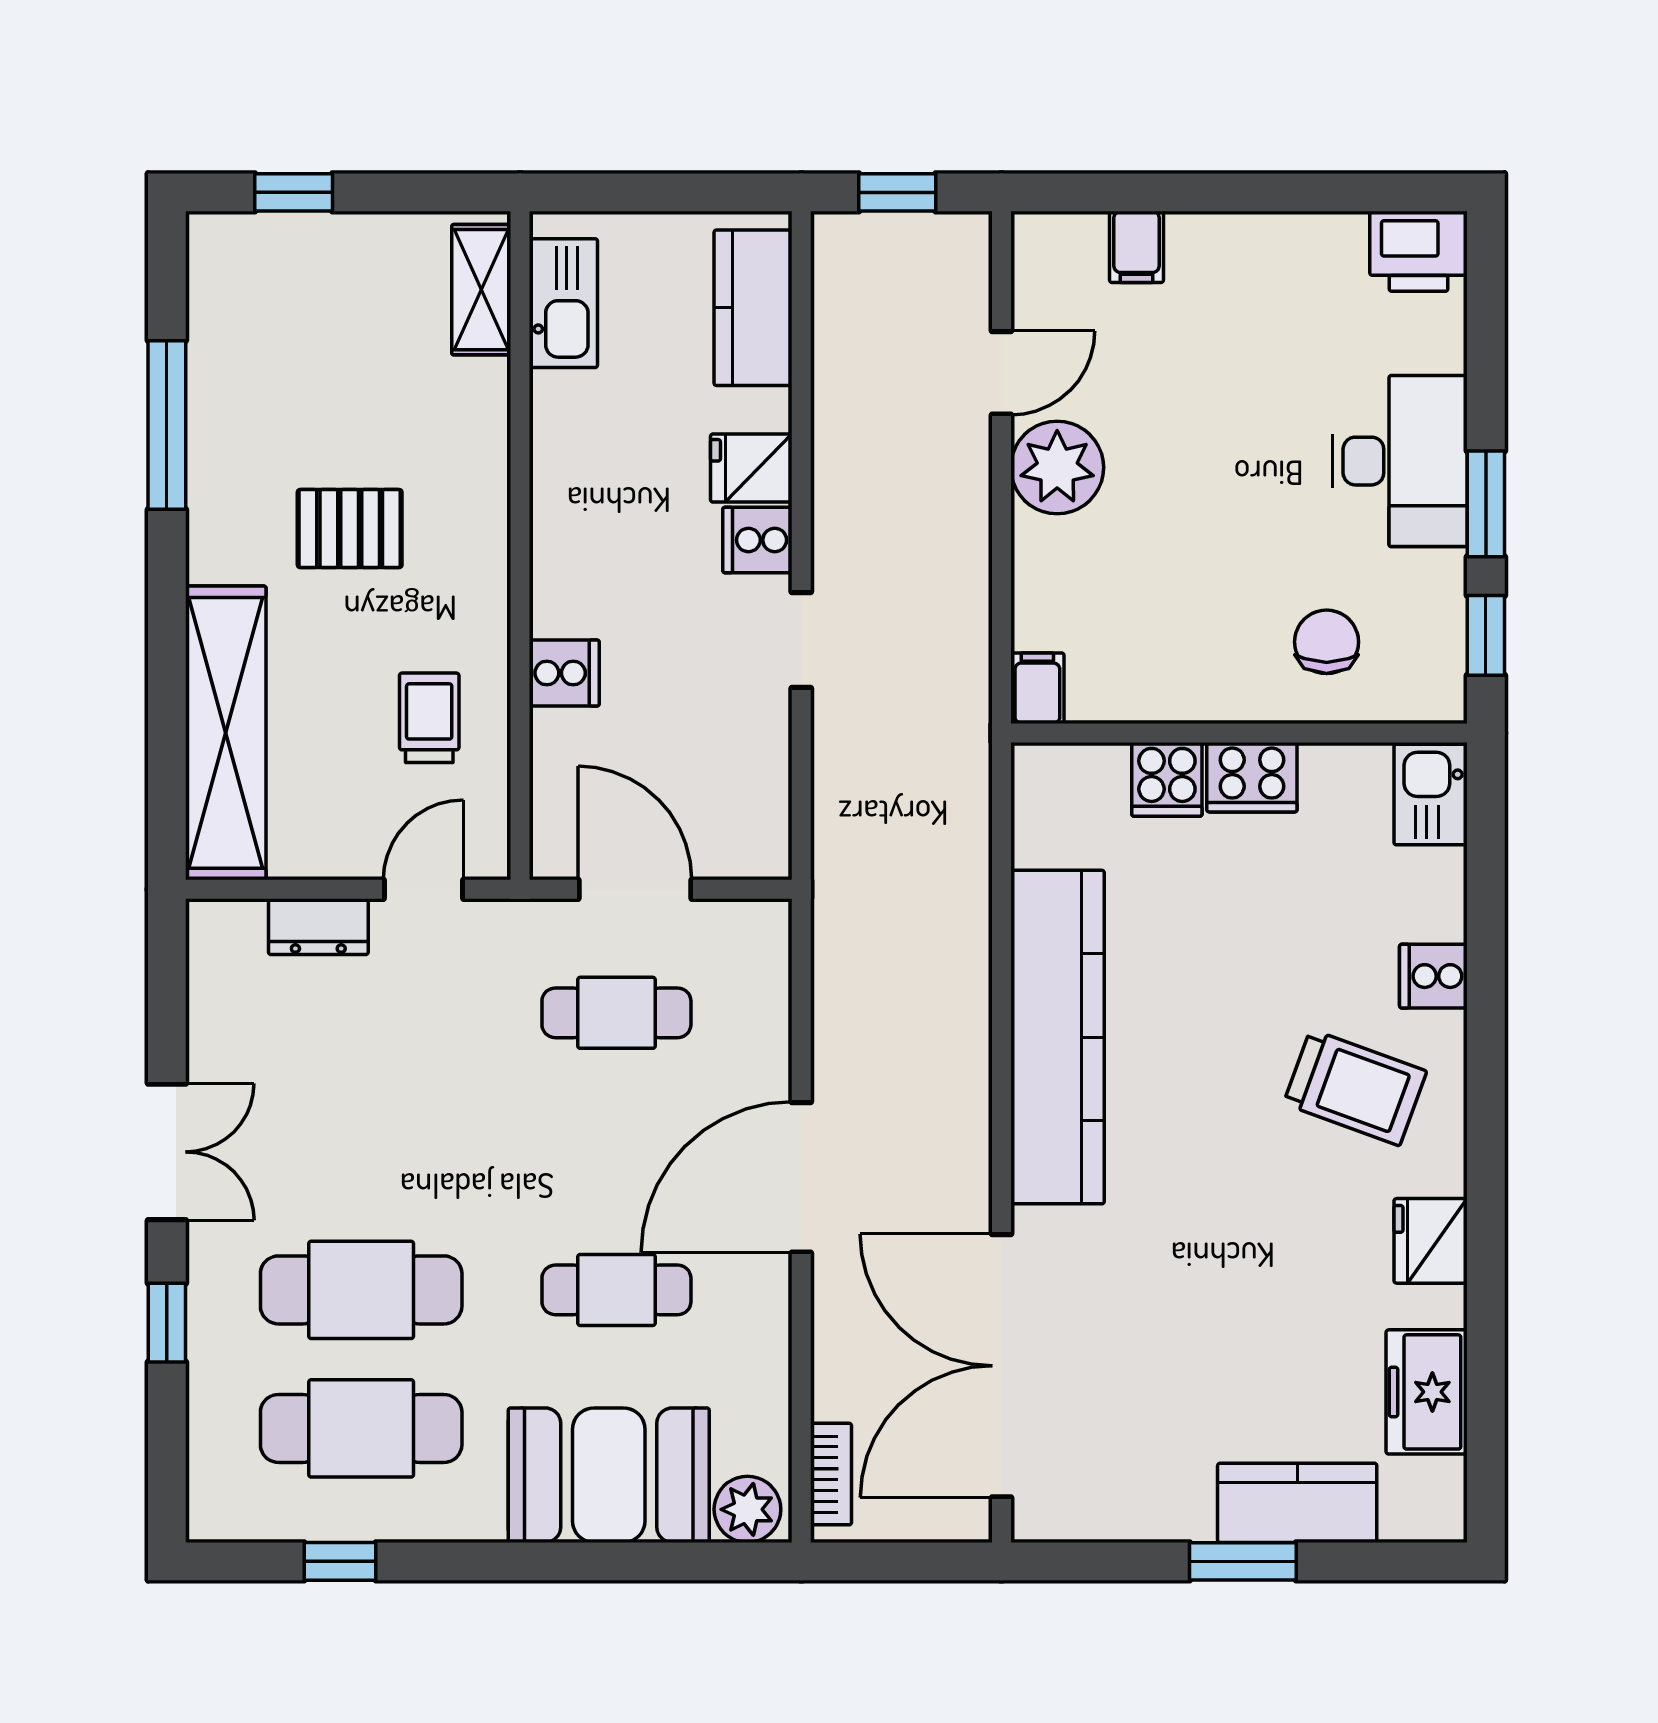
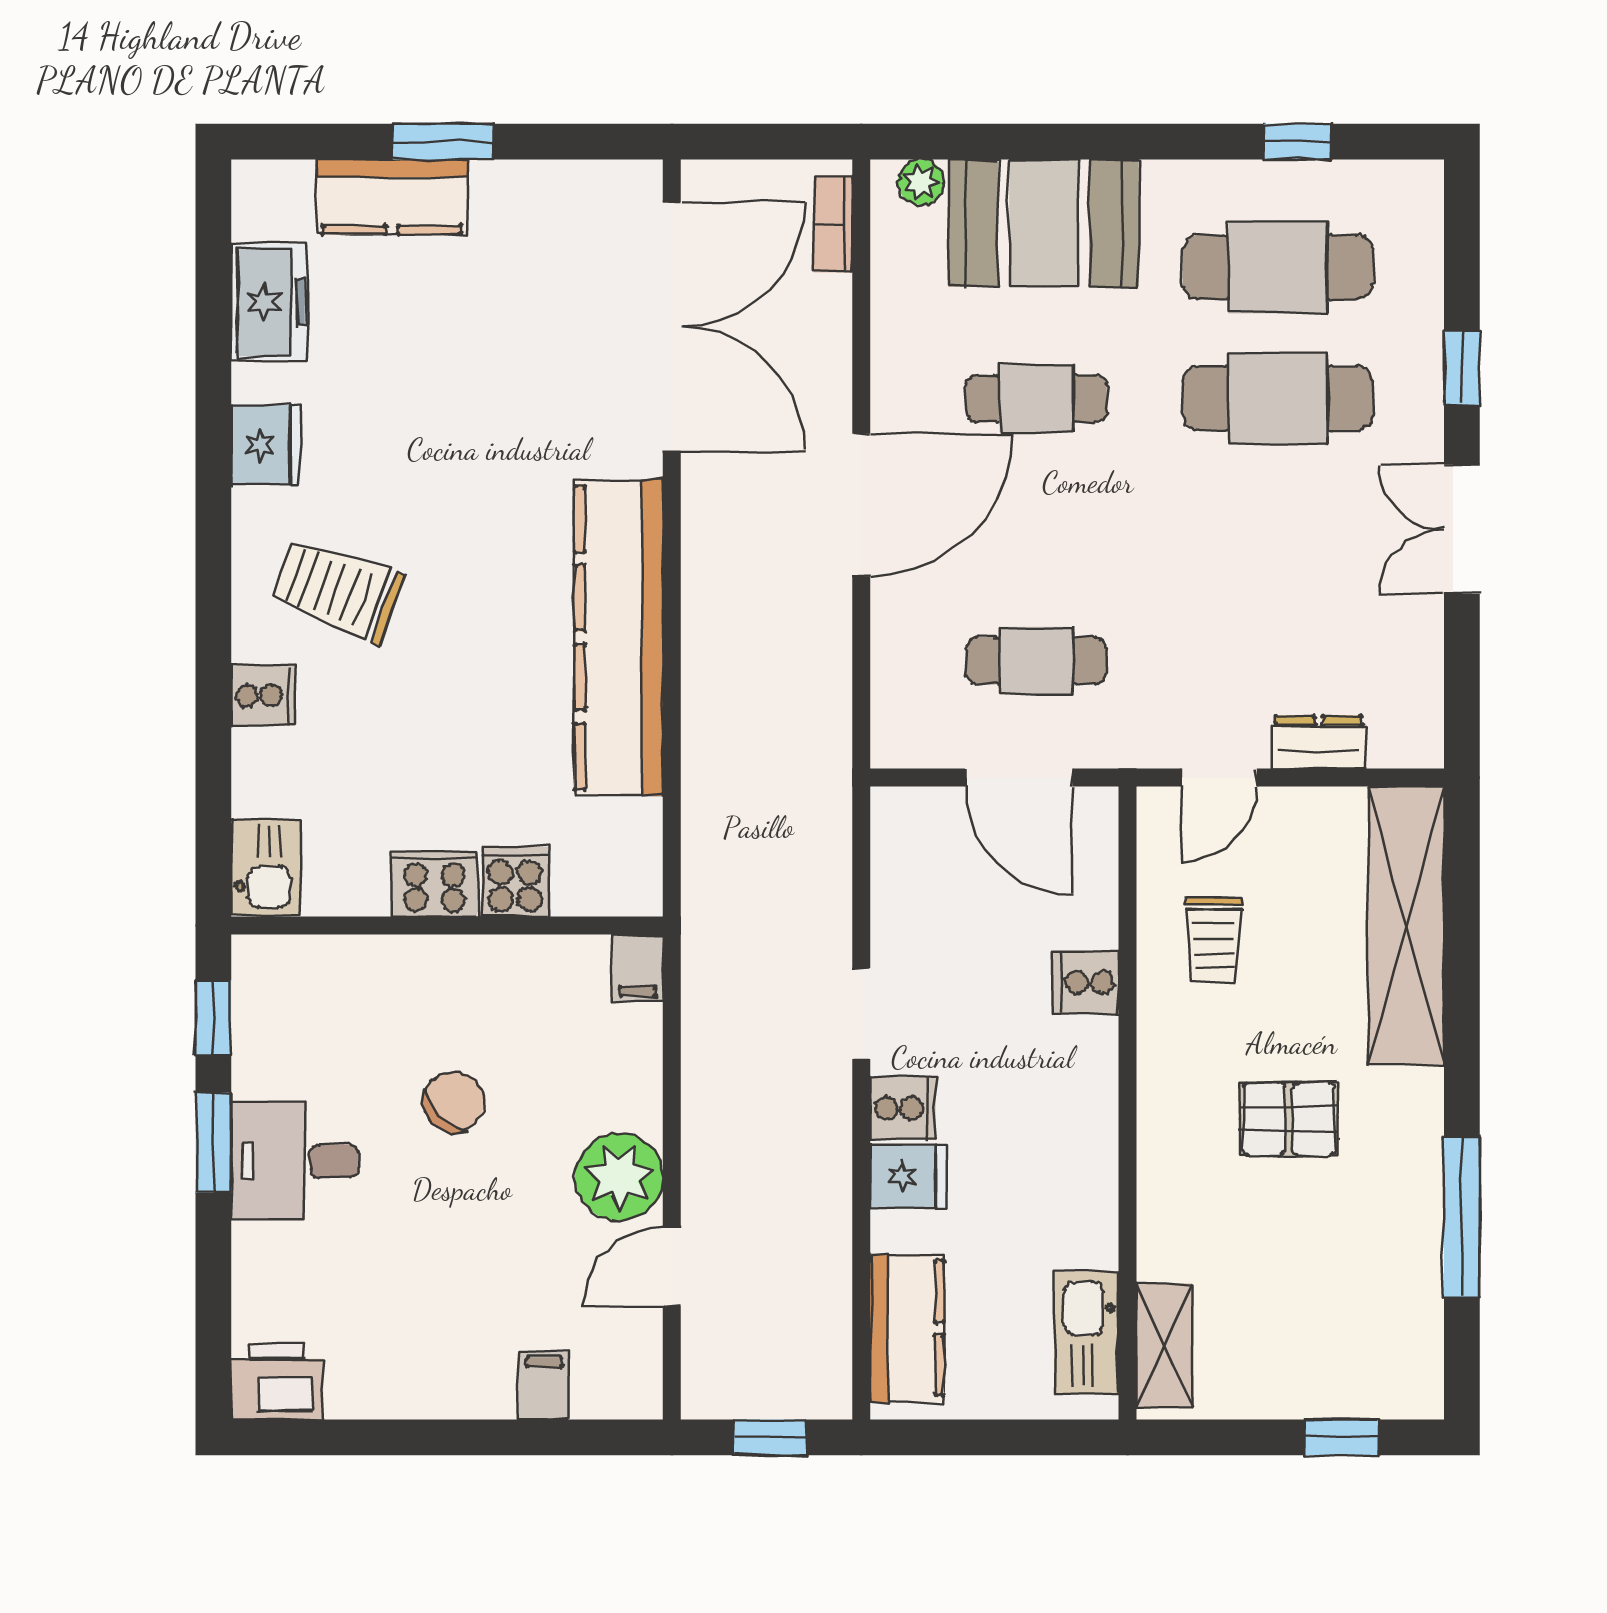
desk: (1400, 461) -> (295, 1161), width x0.73
chair: (1327, 642) -> (454, 1102), moved, turned -135
plant: (747, 1509) -> (921, 182), width x0.73, depth x0.73

